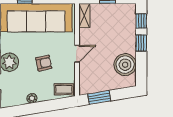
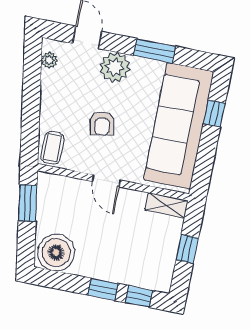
boiler: (125, 65) -> (56, 253), moved
plant: (32, 98) -> (49, 60), moved

